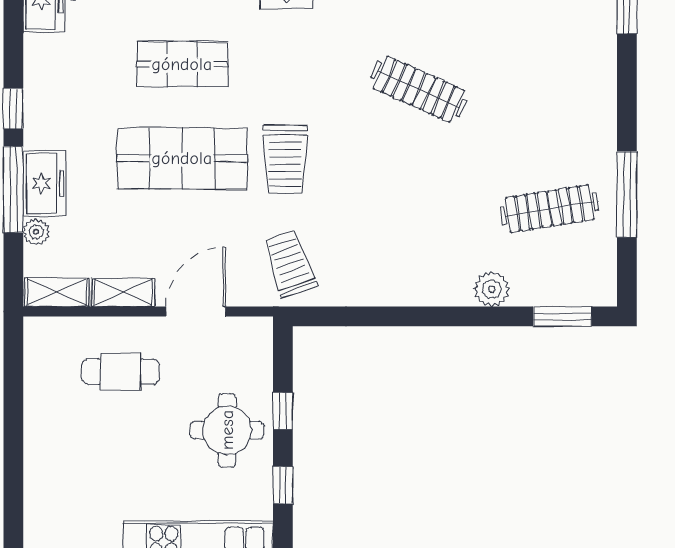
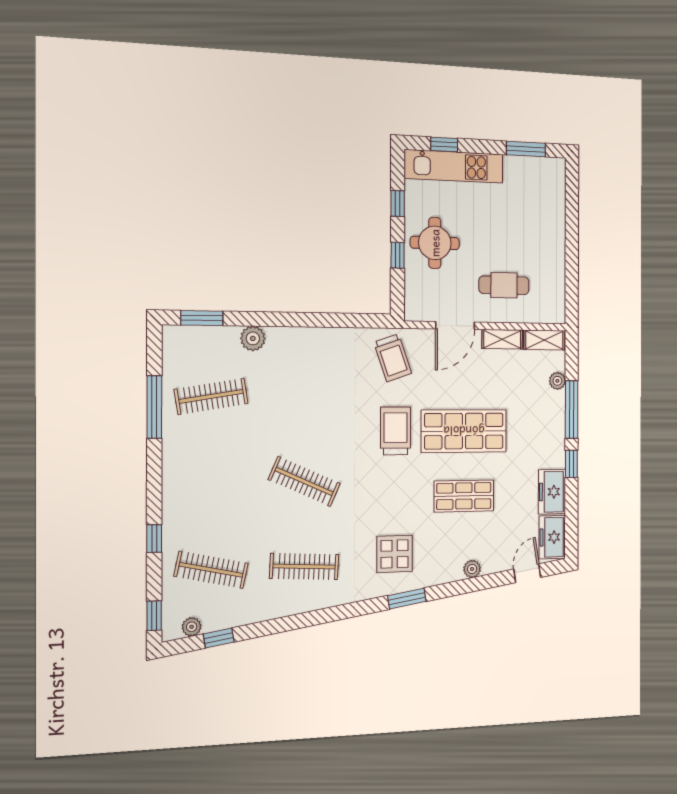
freezer: (44, 183) -> (552, 492), moved

